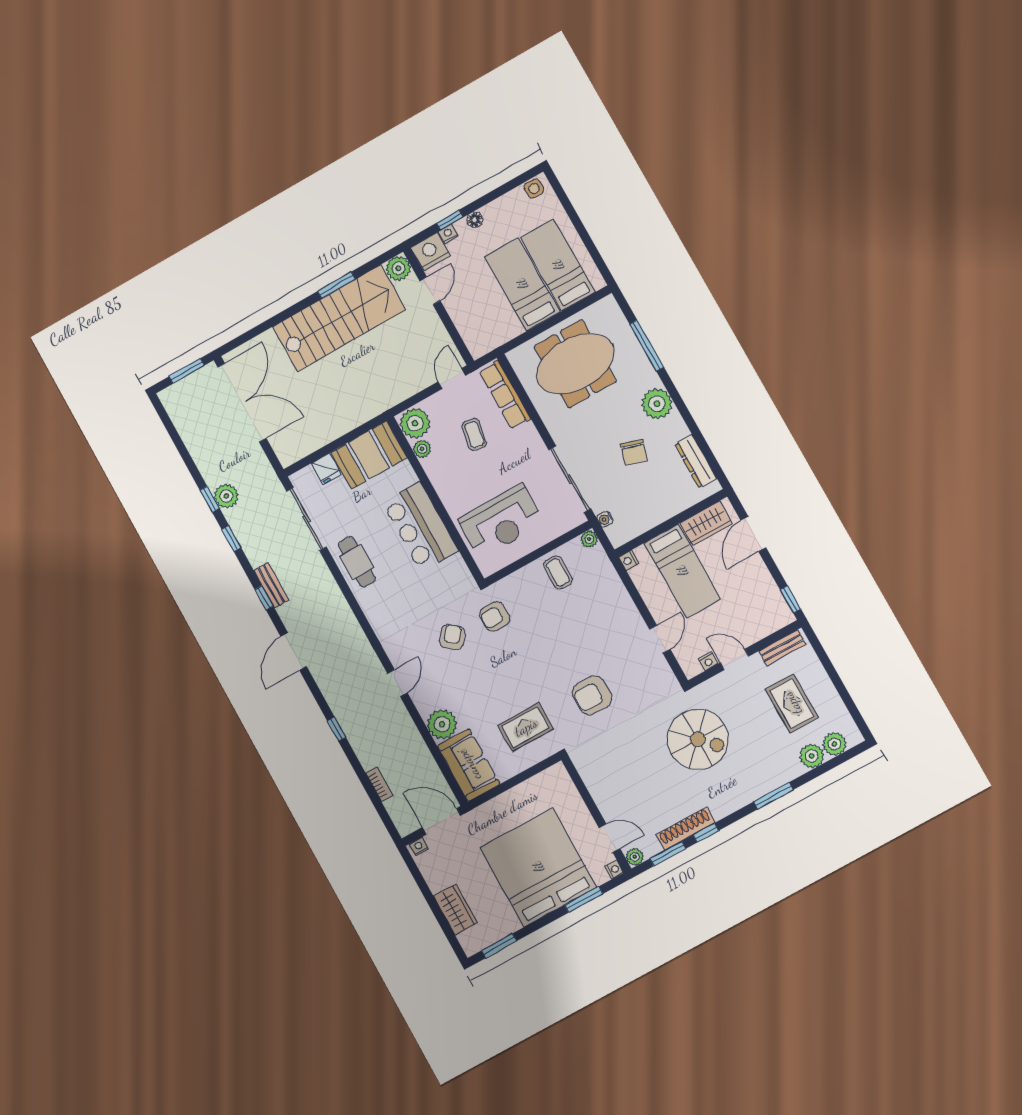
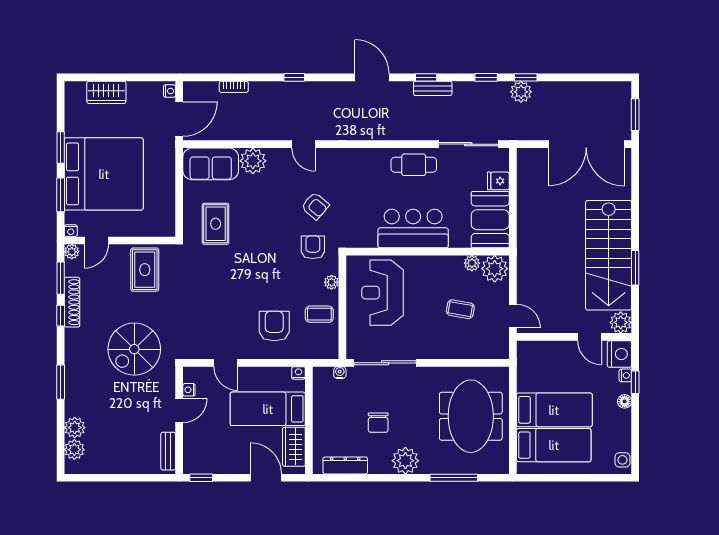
row of seats: (505, 395) -> (477, 349), removed
chair: (634, 452) -> (378, 423), turned -107
plant: (589, 539) -> (331, 282), moved
armchair: (592, 695) -> (274, 326), moved
rug: (792, 703) -> (145, 270), moved, turned 90
window: (499, 946) -> (61, 147), moved

